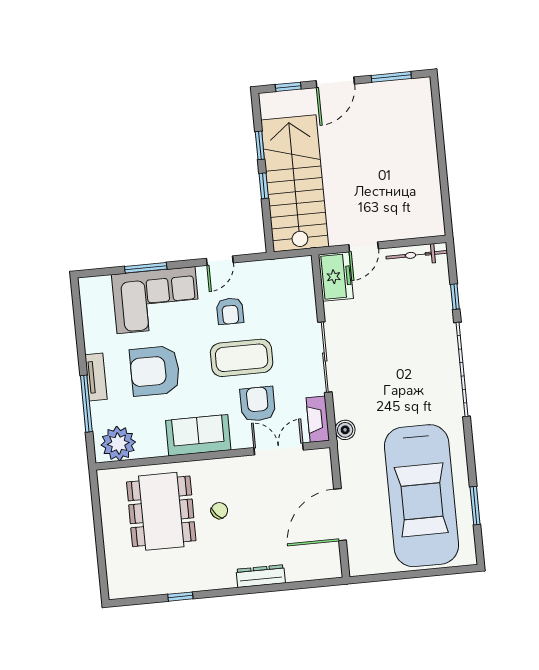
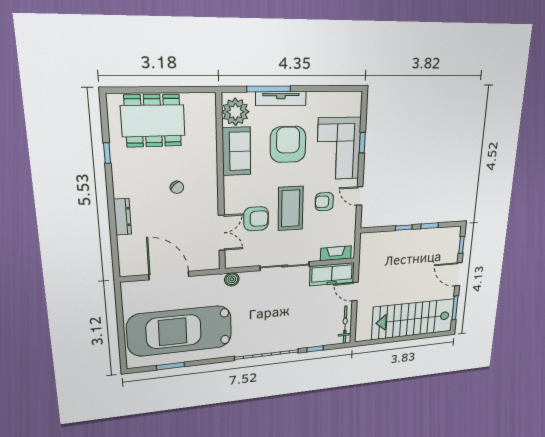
stairs: (295, 183) -> (413, 319), moved, turned 180
window: (146, 268) -> (362, 143), width x0.67
freezer: (336, 276) -> (332, 274), width x1.40
tv unit: (96, 377) -> (281, 99), width x1.41
fireplace: (318, 419) -> (336, 253), moved
sofa: (198, 435) -> (236, 151), moved
dining table: (161, 511) -> (153, 121), moved

